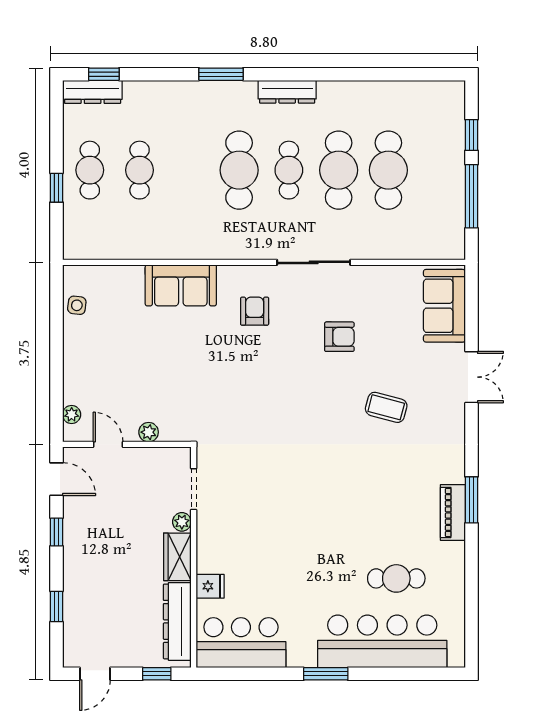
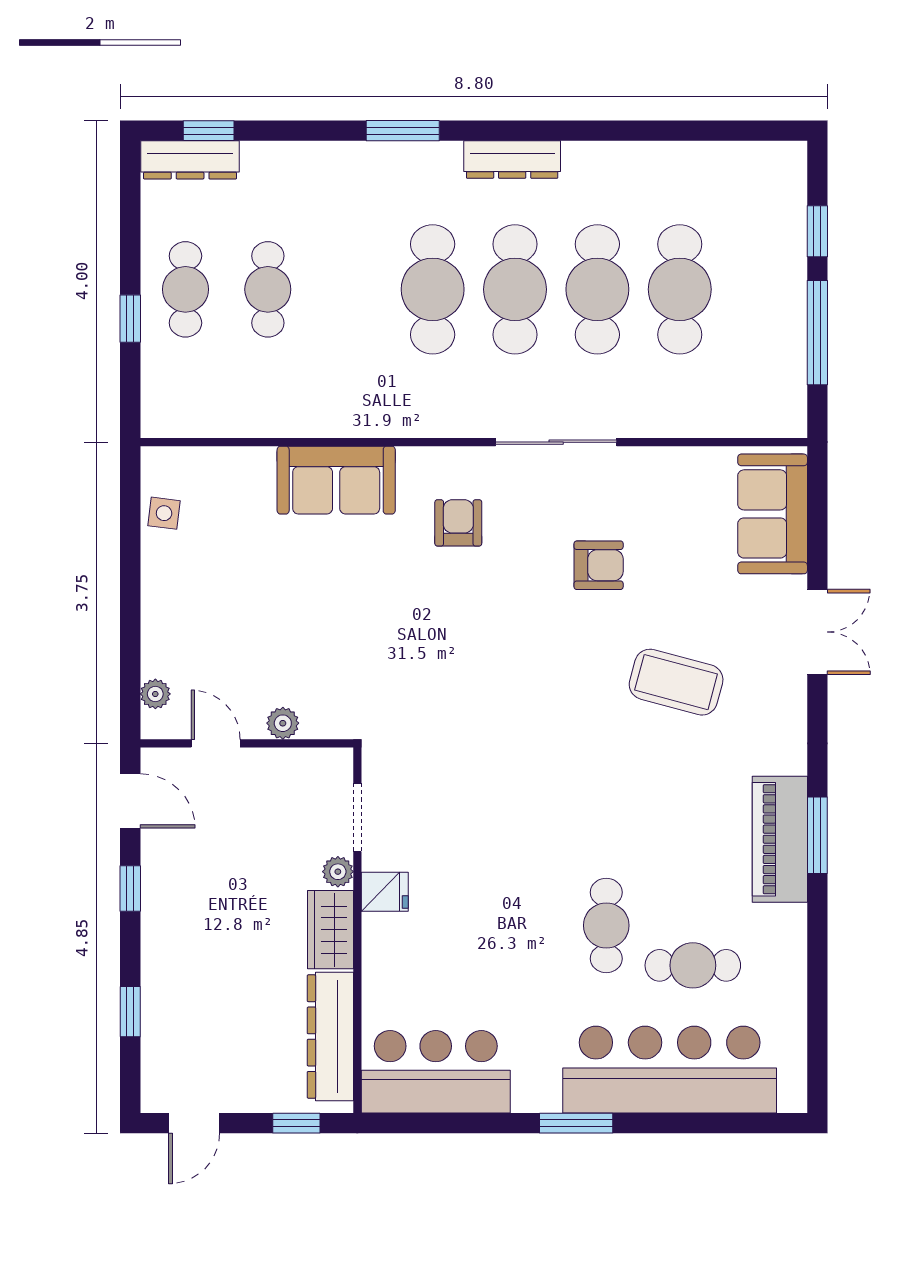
cafe table: (289, 170) -> (515, 289), width x1.37, depth x1.35
coffee table: (386, 407) -> (676, 682), width x1.36, depth x1.30
piano: (453, 512) -> (780, 839), width x1.37, depth x1.33
cafe table: (344, 554) -> (606, 925), added
fridge: (210, 586) -> (385, 892), moved

